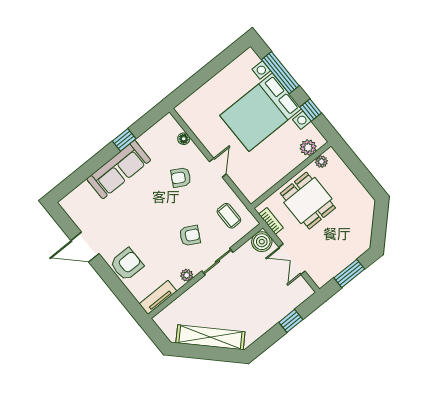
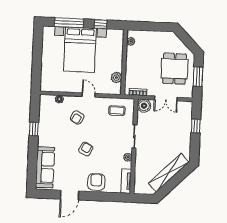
plant: (308, 148) -> (116, 78), moved
sofa: (119, 169) -> (45, 167), moved
dining table: (308, 201) -> (174, 69), moved, turned 90
armchair: (190, 236) -> (86, 149), moved

